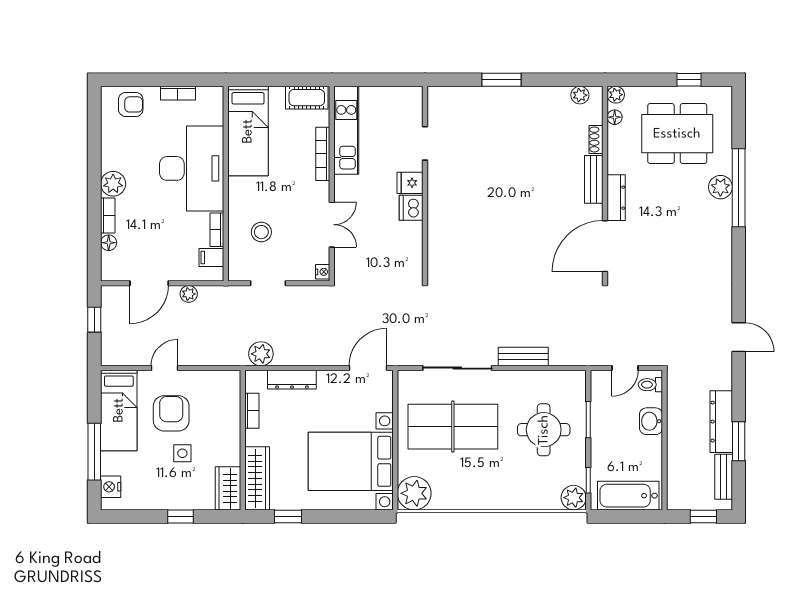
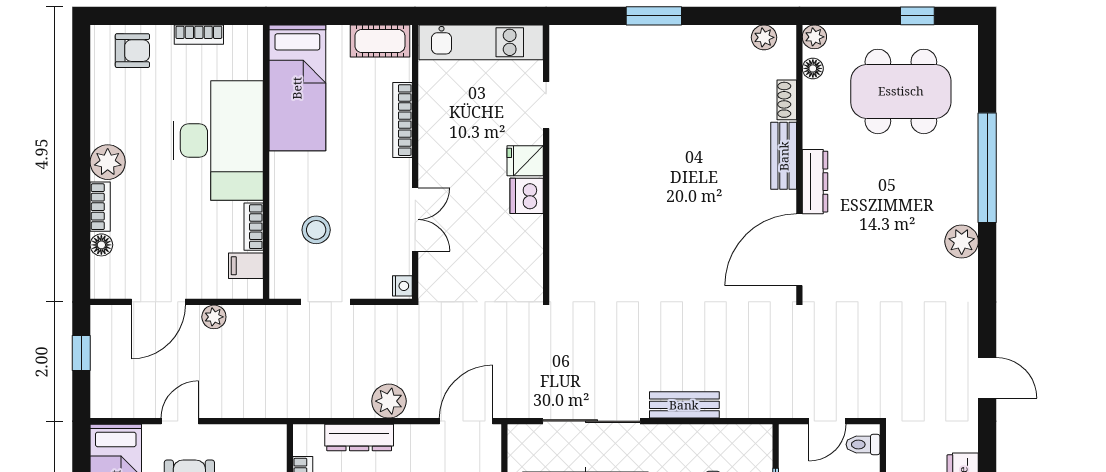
kitchen unit: (346, 130) -> (481, 42), moved, turned 90
plant: (720, 187) -> (962, 241), moved
plant: (261, 354) -> (389, 401), moved

